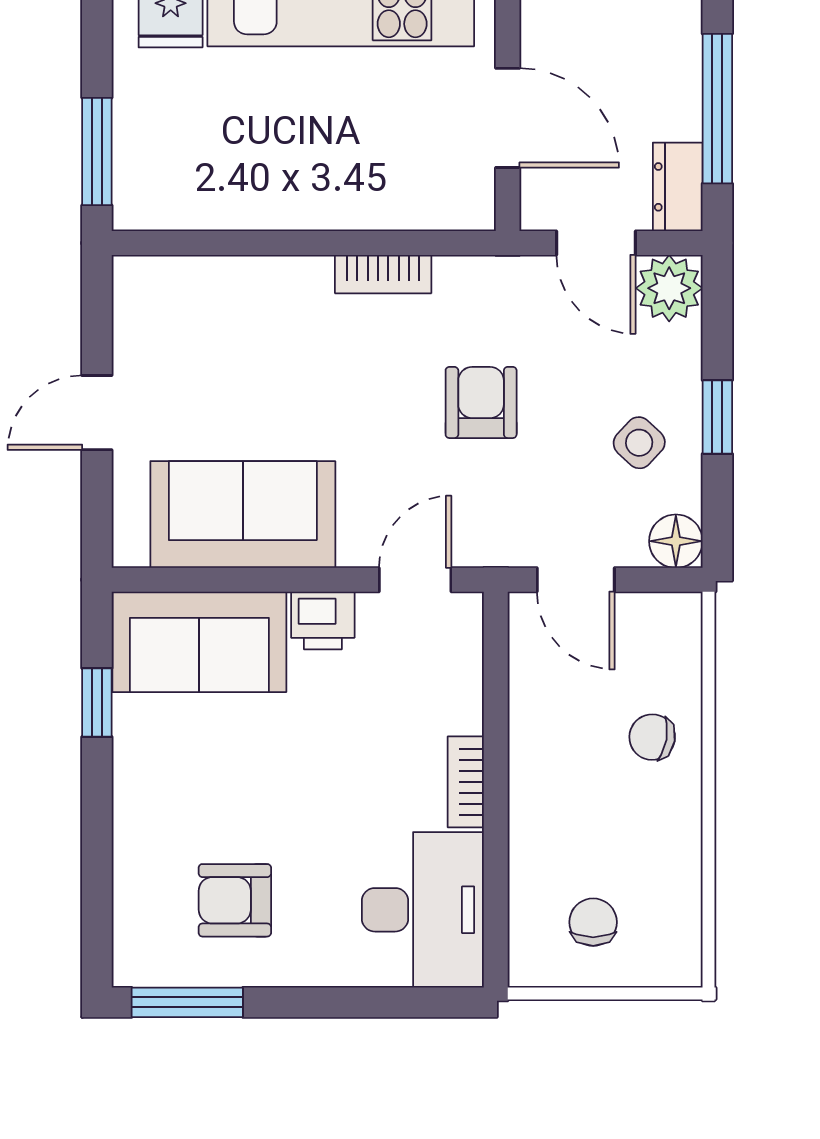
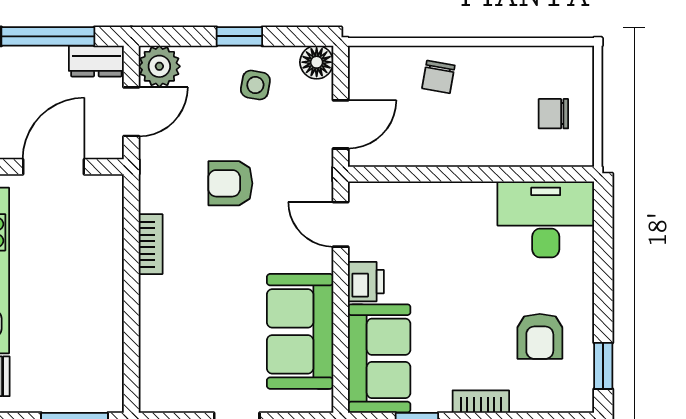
side table: (639, 443) -> (255, 85), turned -33
bookcase: (466, 782) -> (481, 402), moved, turned 180
window: (187, 1002) -> (603, 366), width x0.67

